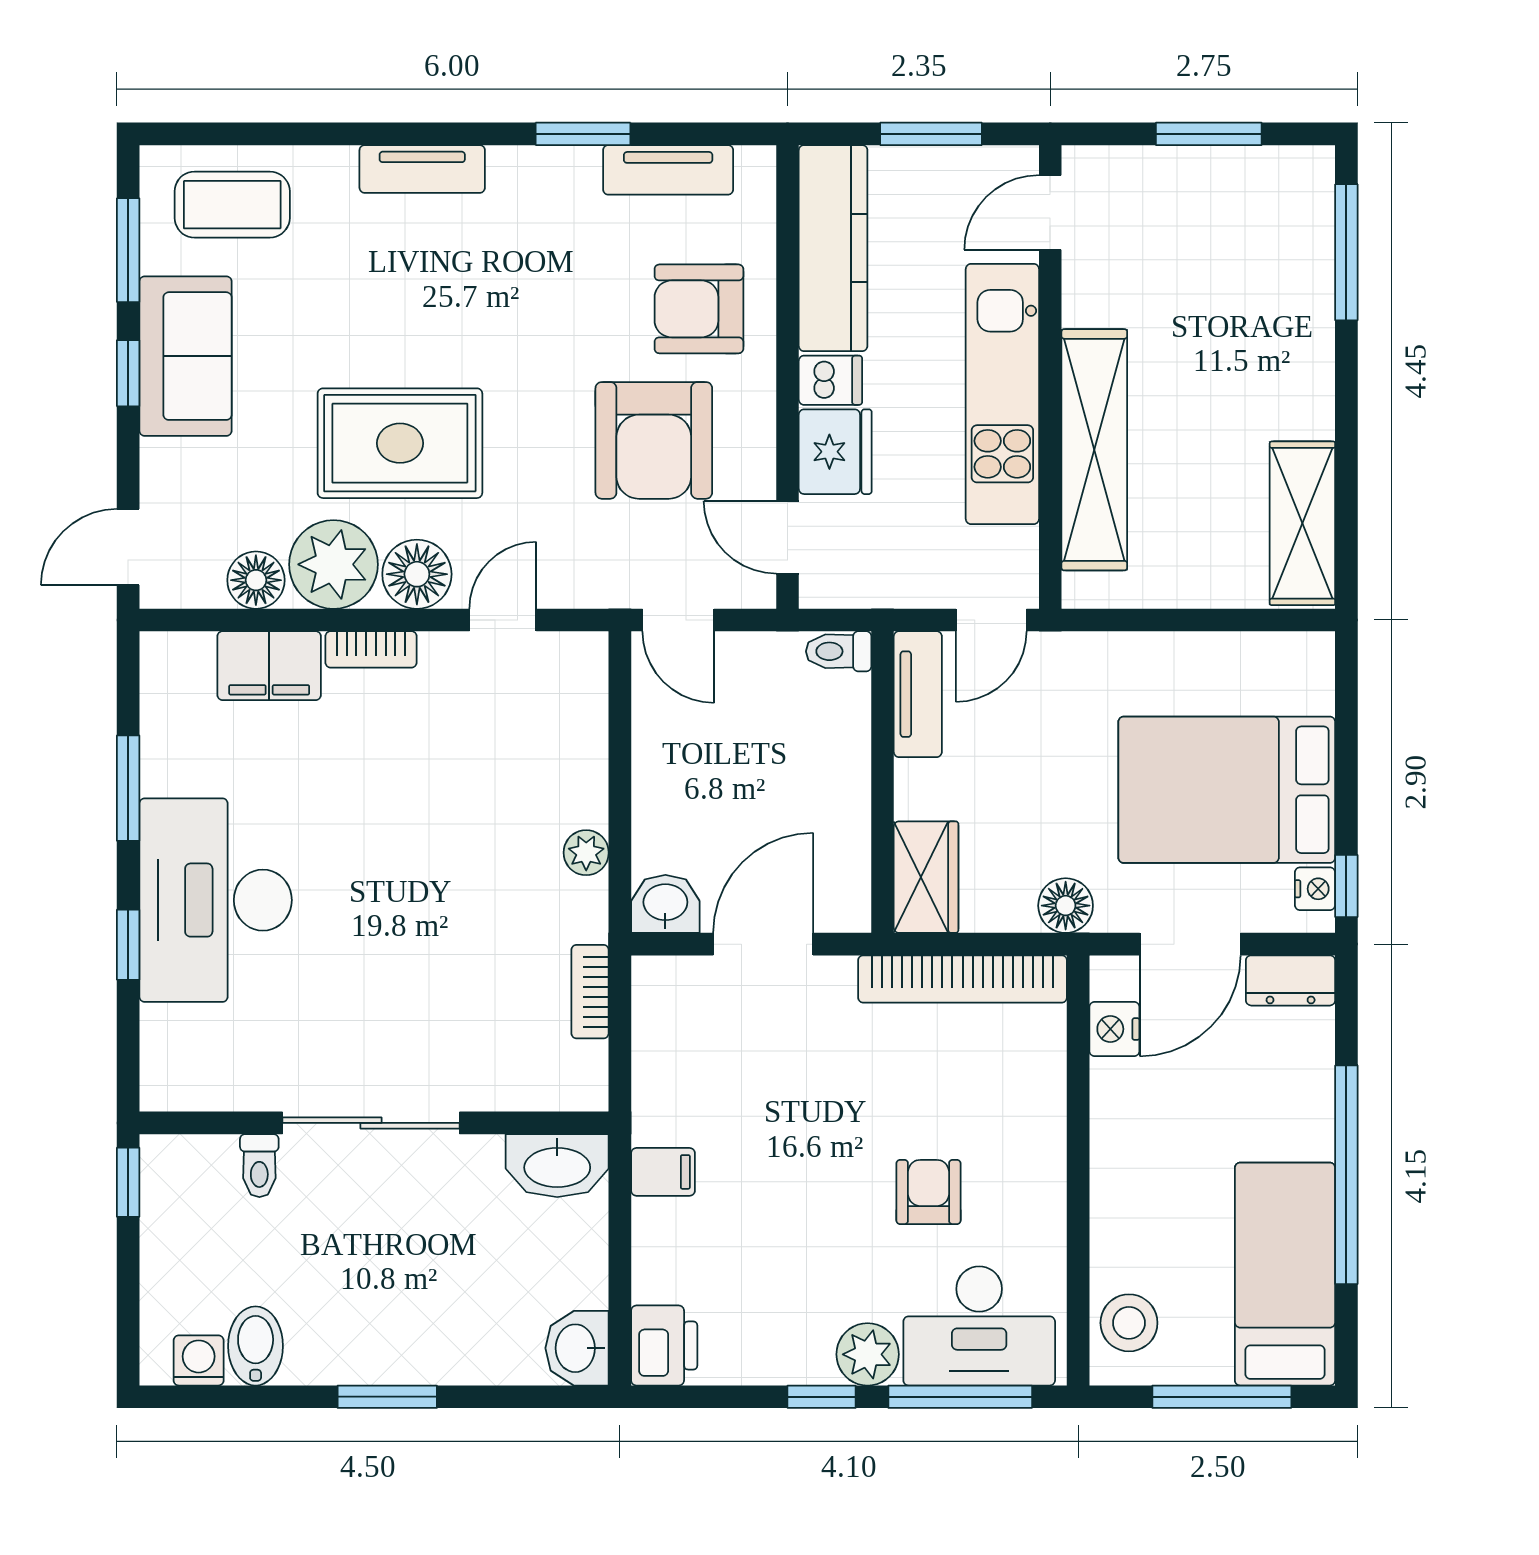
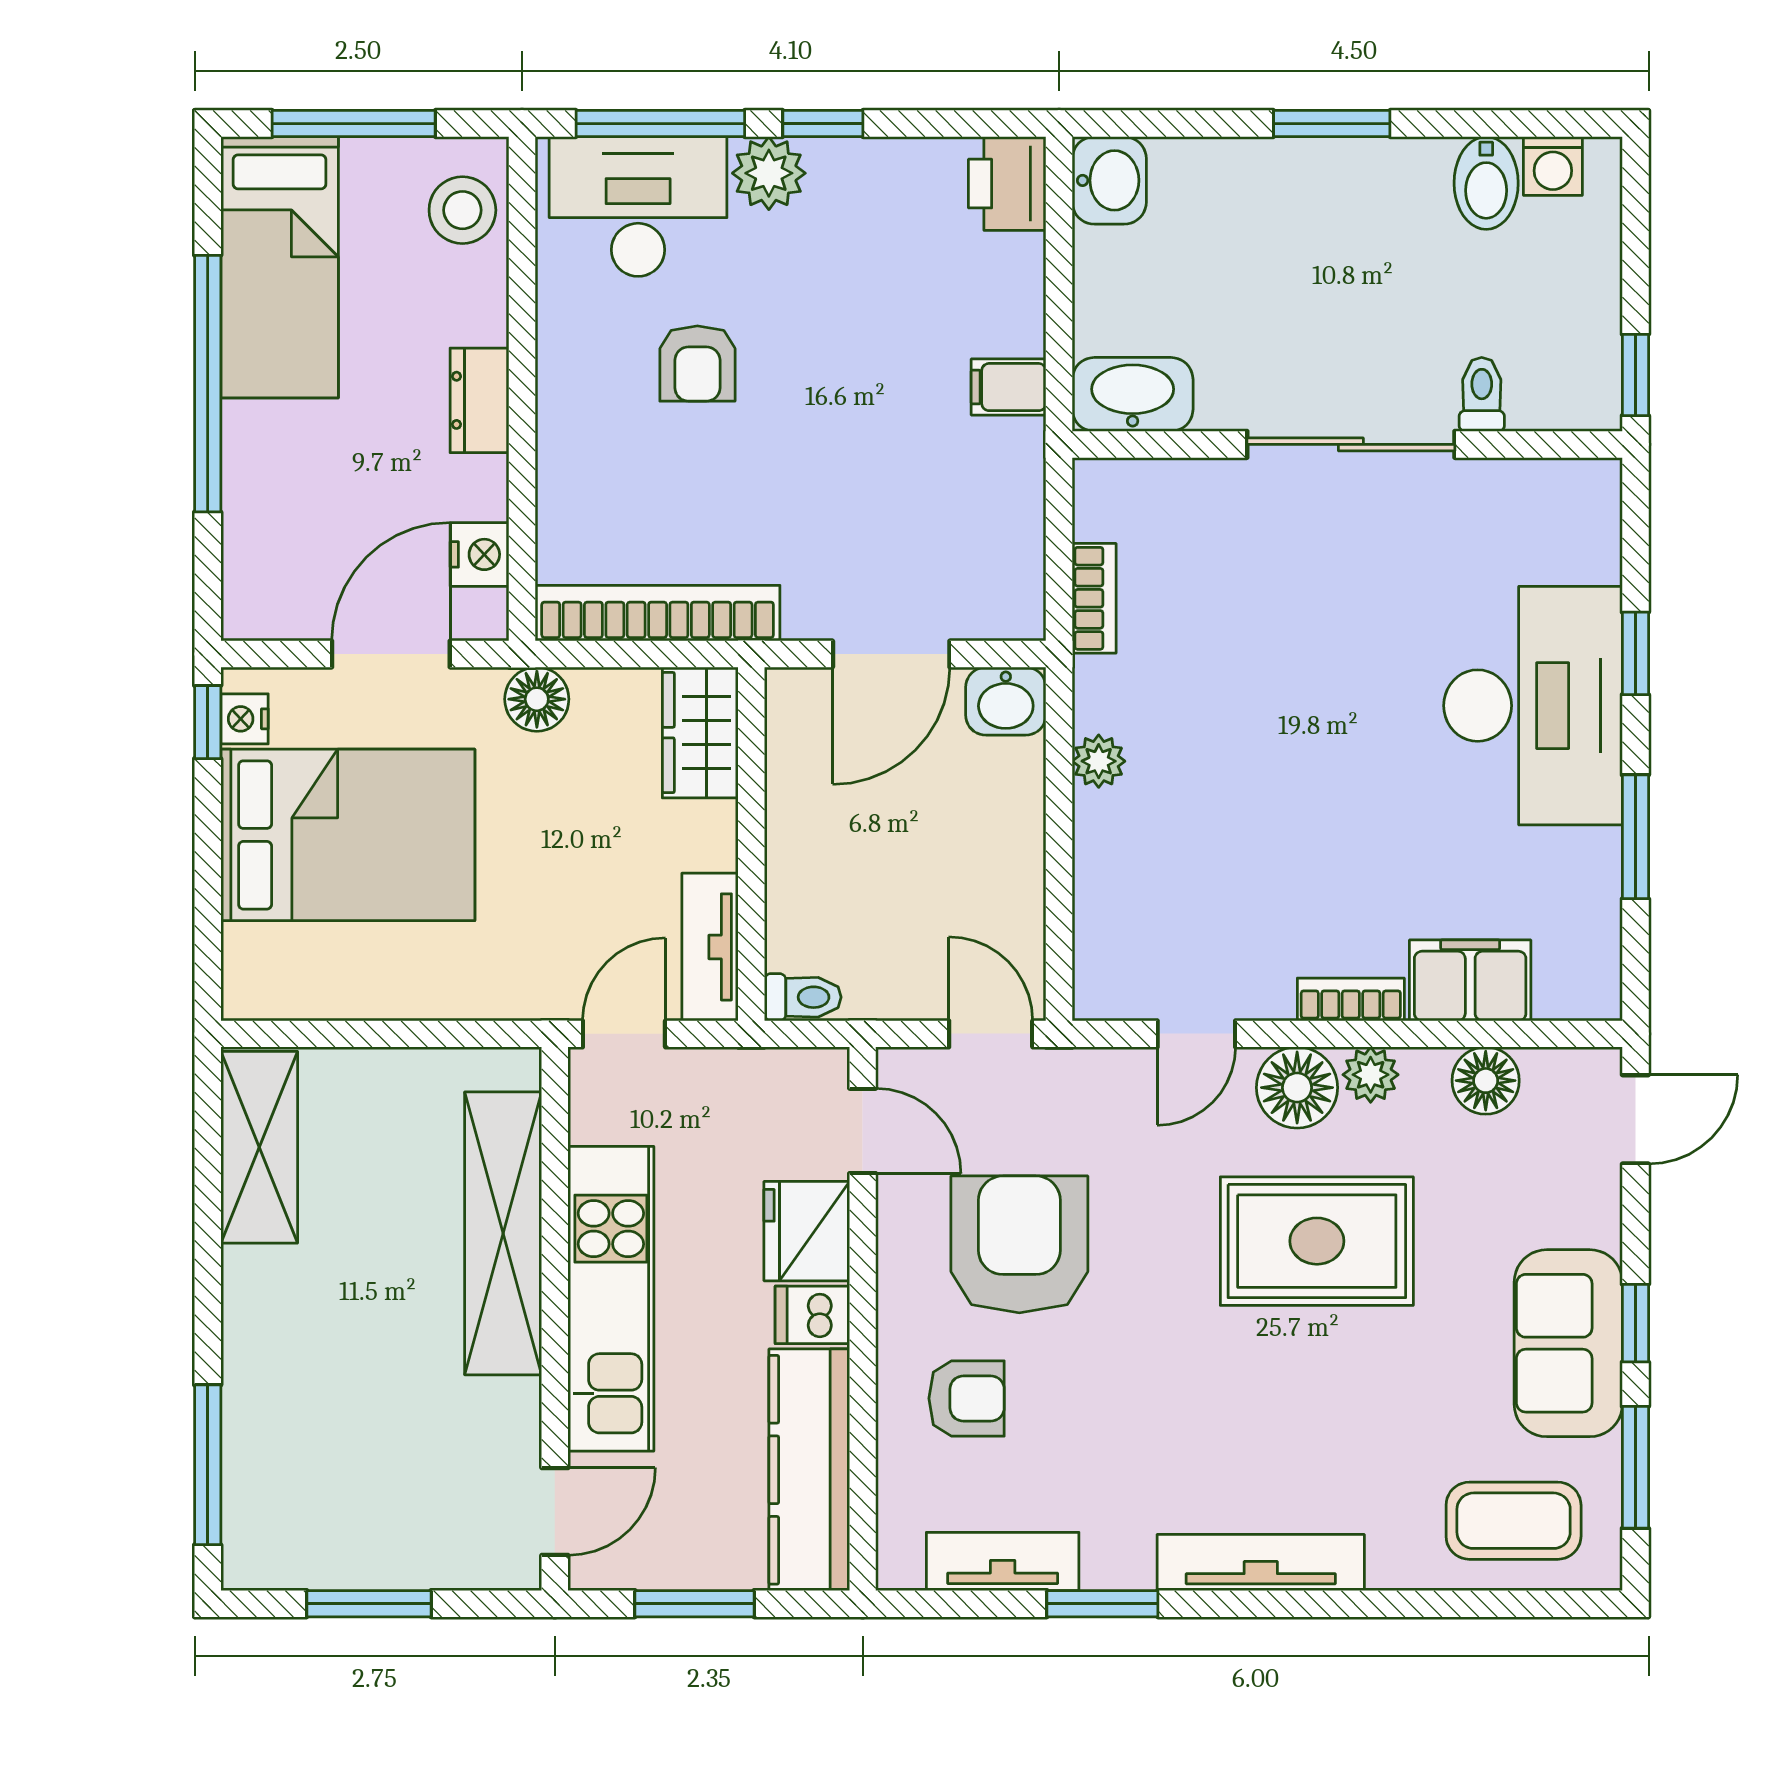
tv unit: (422, 169) -> (1261, 1563), width x1.41
armchair: (699, 309) -> (966, 1398), width x0.72, depth x0.72
plant: (333, 564) -> (1371, 1075), width x0.53, depth x0.53
dresser: (1291, 980) -> (480, 400), moved, turned -90

